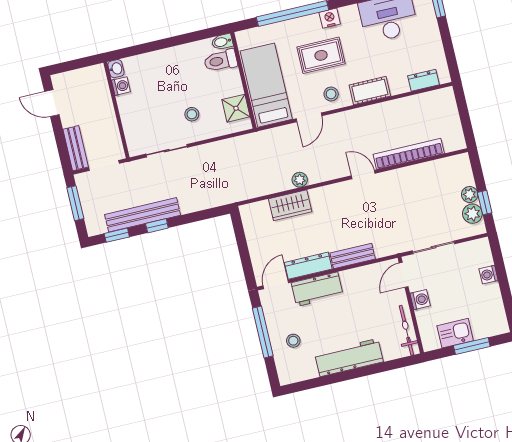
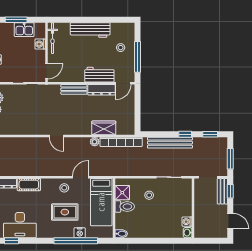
nightstand: (330, 18) -> (80, 233), moved
toilet: (221, 61) -> (125, 207), moved
cot: (370, 91) -> (29, 185), moved
window: (63, 151) -> (230, 191), added
bookcase: (409, 154) -> (121, 142), moved
bench: (143, 215) -> (170, 143), moved
washing machine: (420, 300) -> (40, 44), moved

